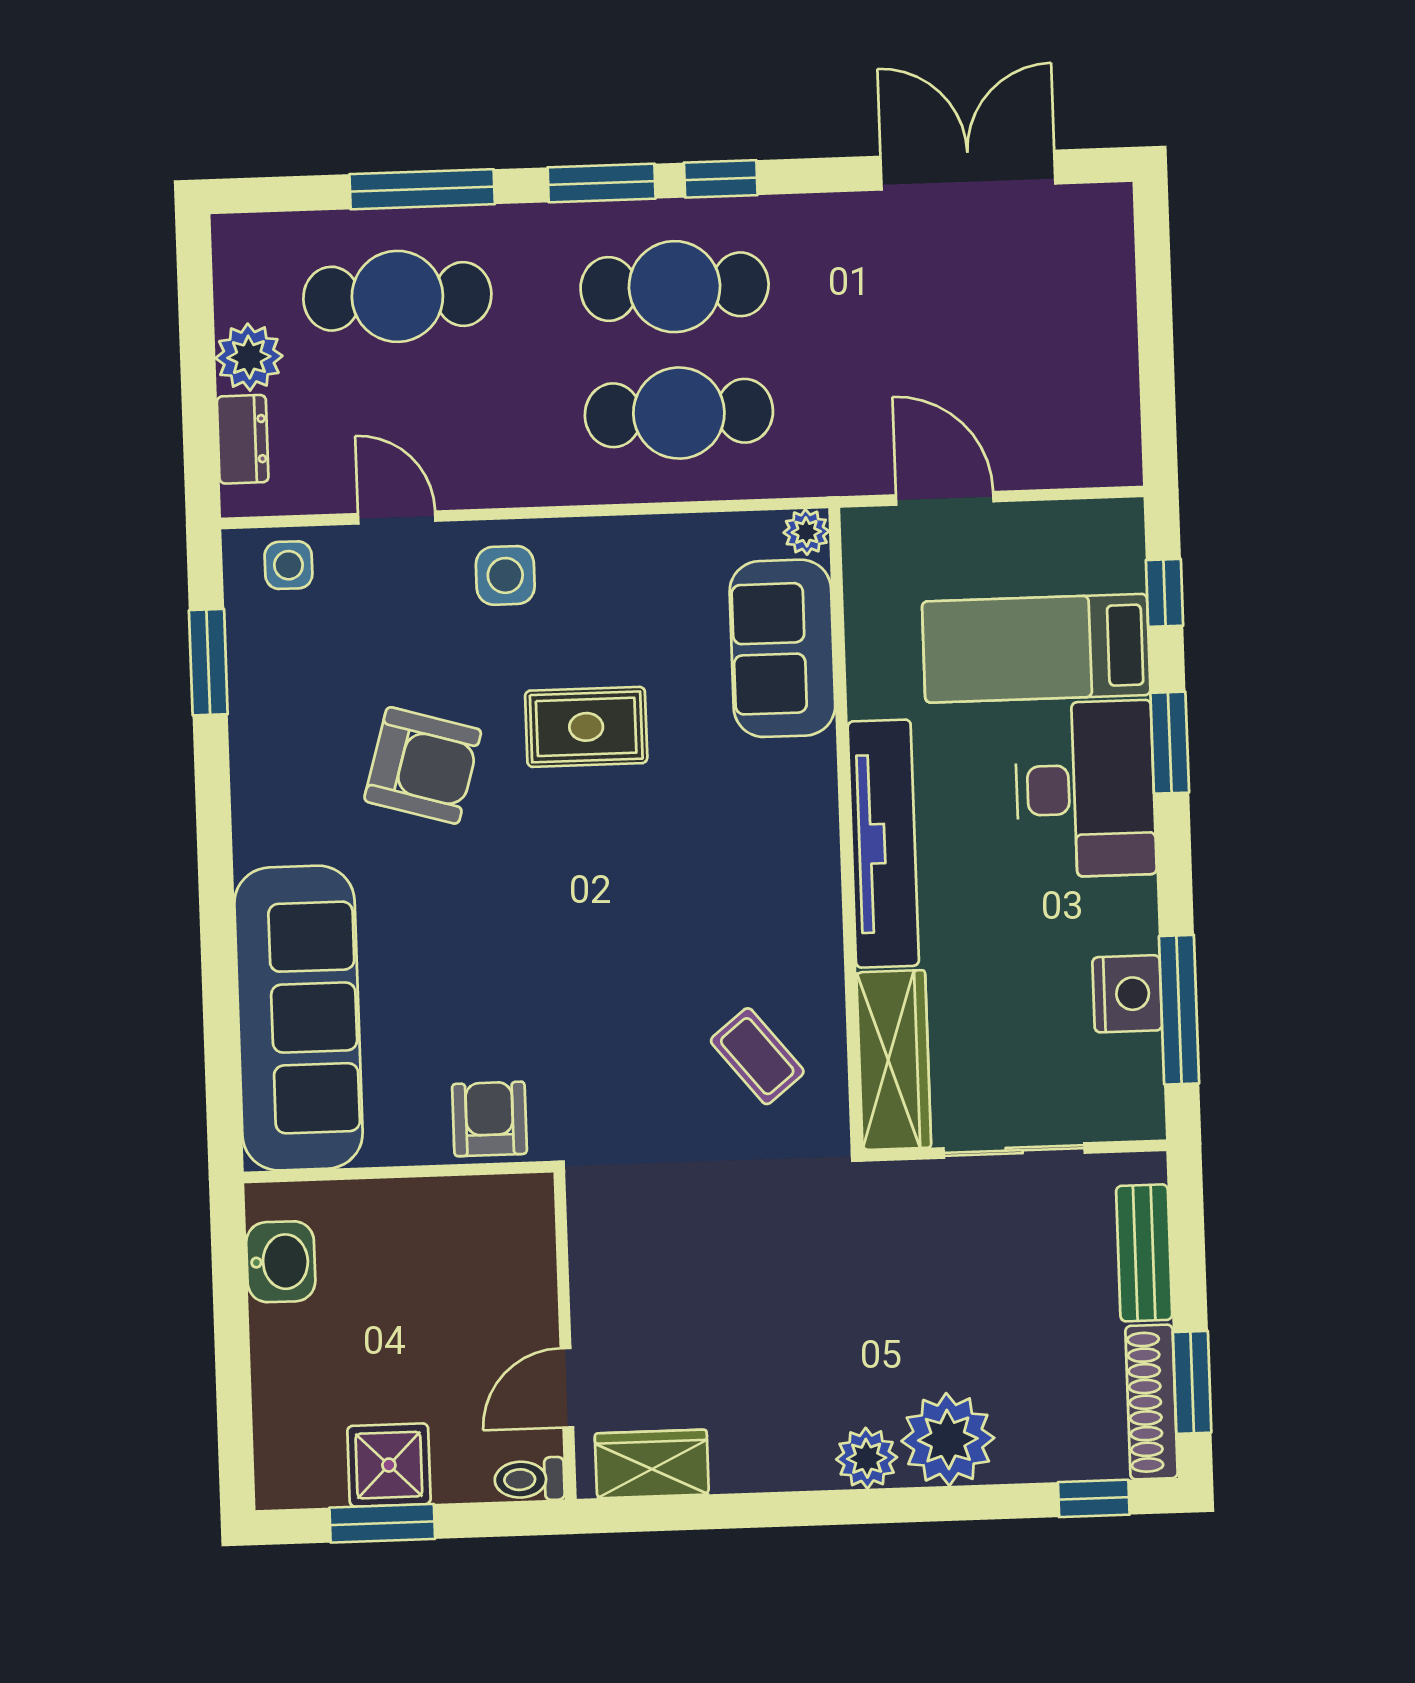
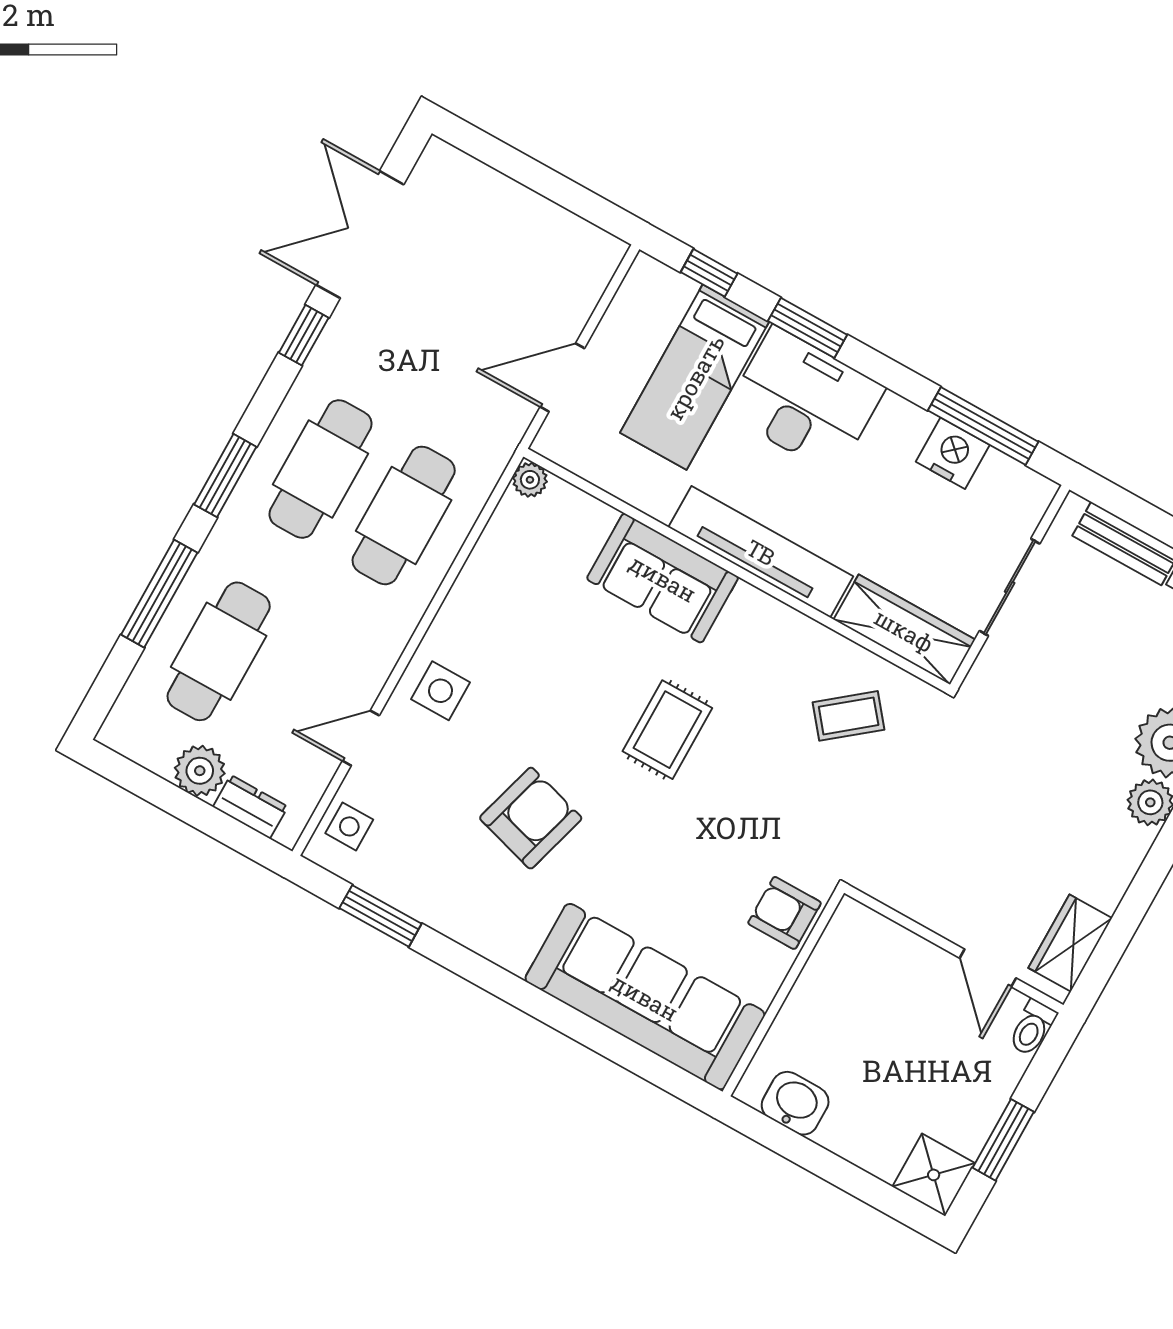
window: (721, 179) -> (304, 335), moved
sofa: (782, 648) -> (663, 578), moved
rug: (586, 727) -> (667, 730), moved
shower: (389, 1465) -> (934, 1175), moved

